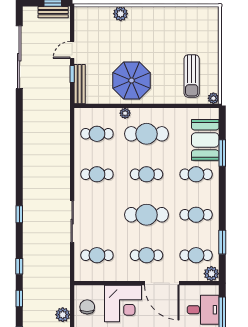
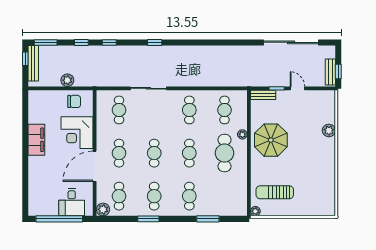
bench: (80, 84) -> (263, 95), width x0.73
booth: (205, 140) -> (219, 204), removed
cafe table: (147, 215) -> (154, 153), width x0.73, depth x0.74
window: (222, 242) -> (148, 219), moved

